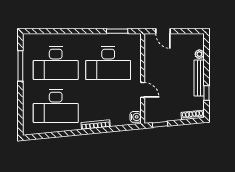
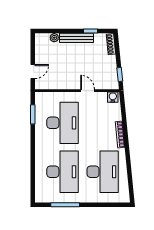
door: (143, 90) -> (88, 91), hinge flipped

